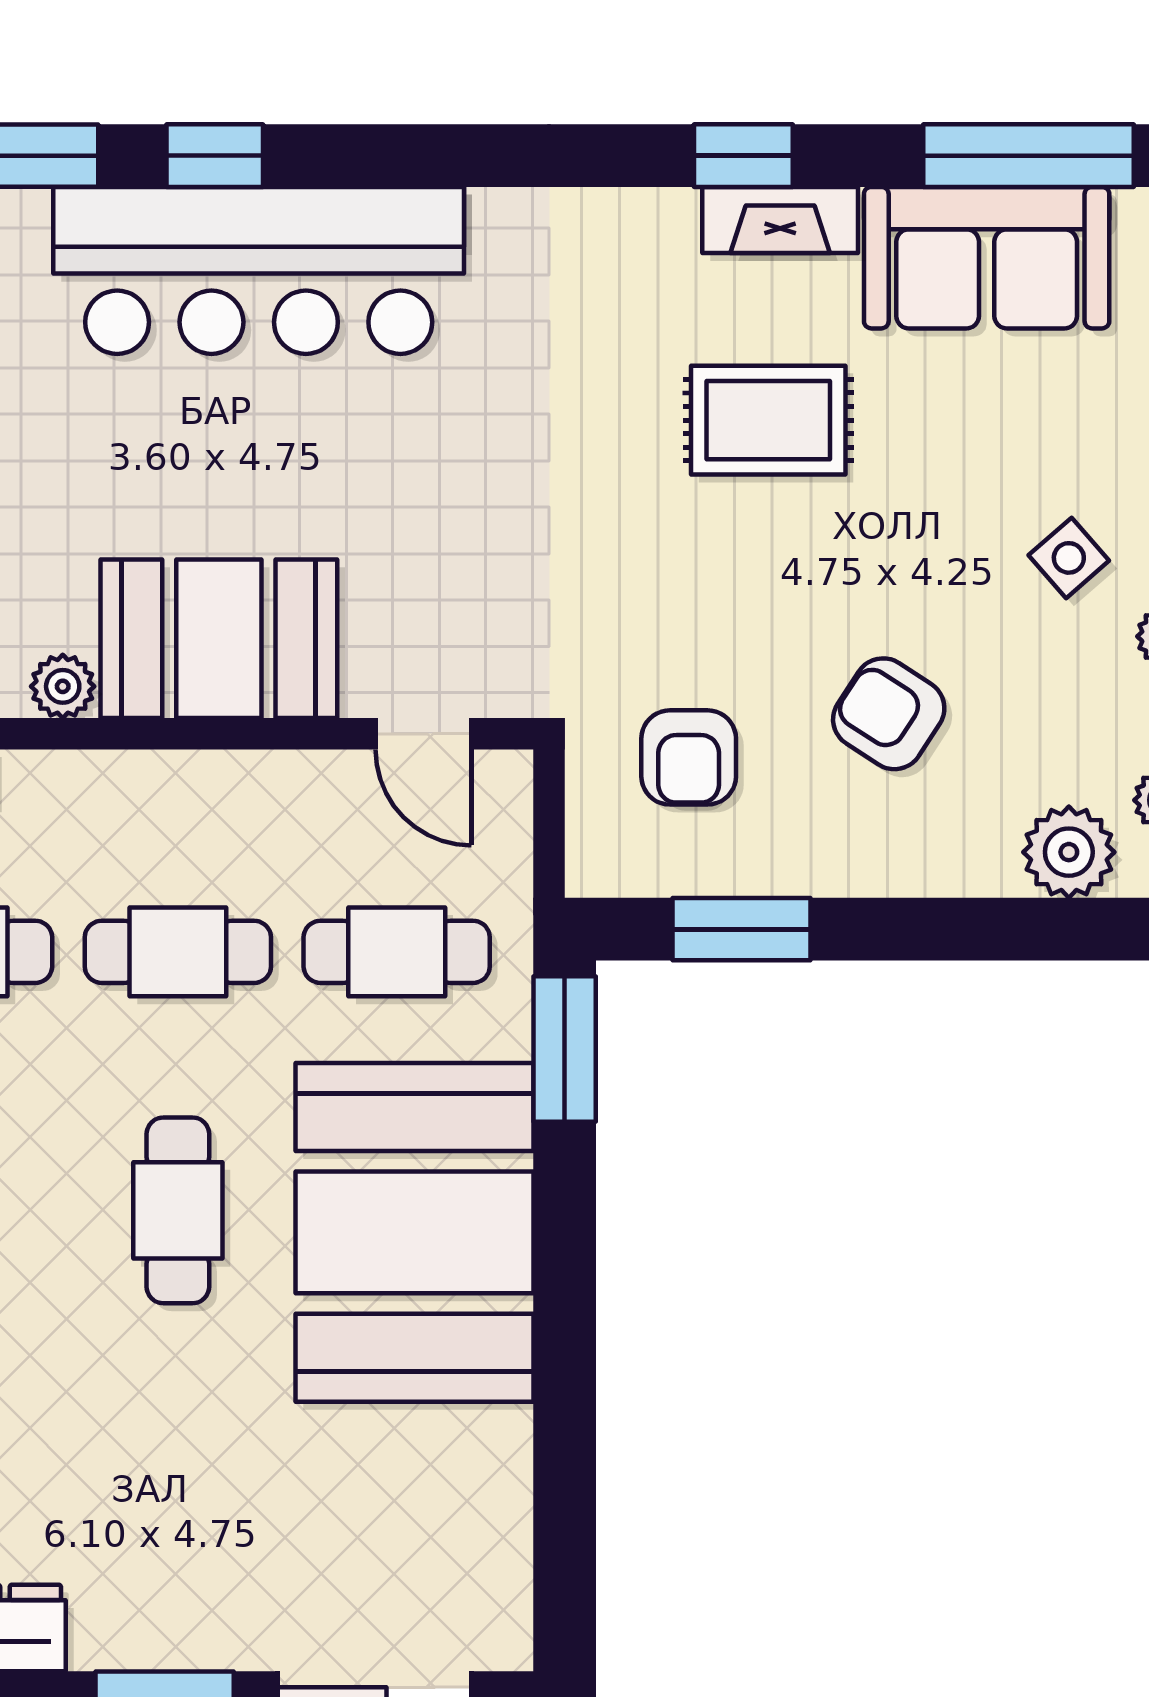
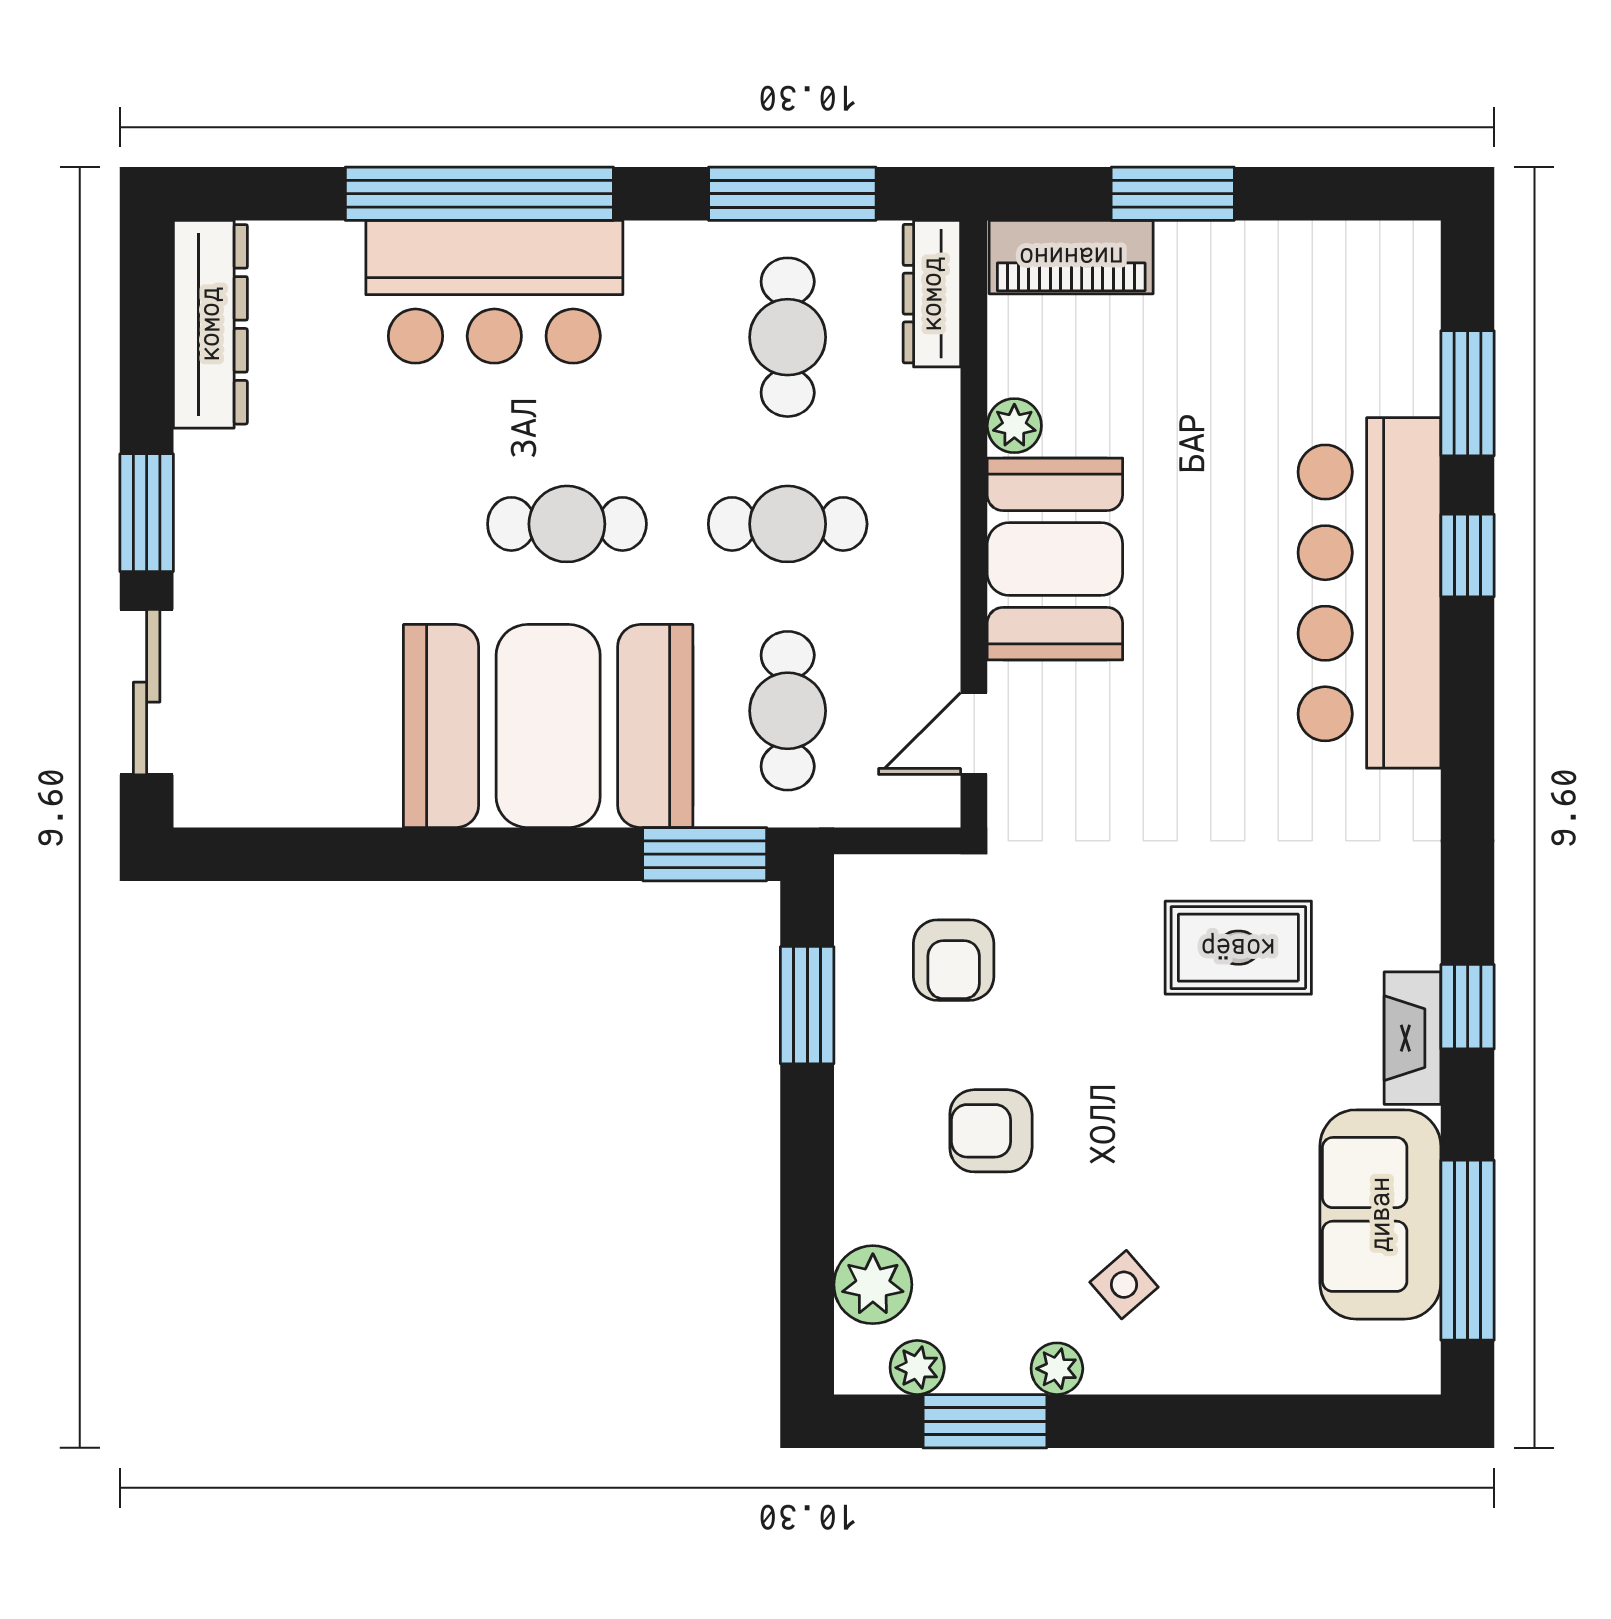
rug: (768, 420) -> (1238, 948), moved, turned 90
armchair: (889, 714) -> (991, 1131), turned -123
armchair: (689, 757) -> (954, 960), turned -90
cafe table: (178, 952) -> (788, 524), turned 90

